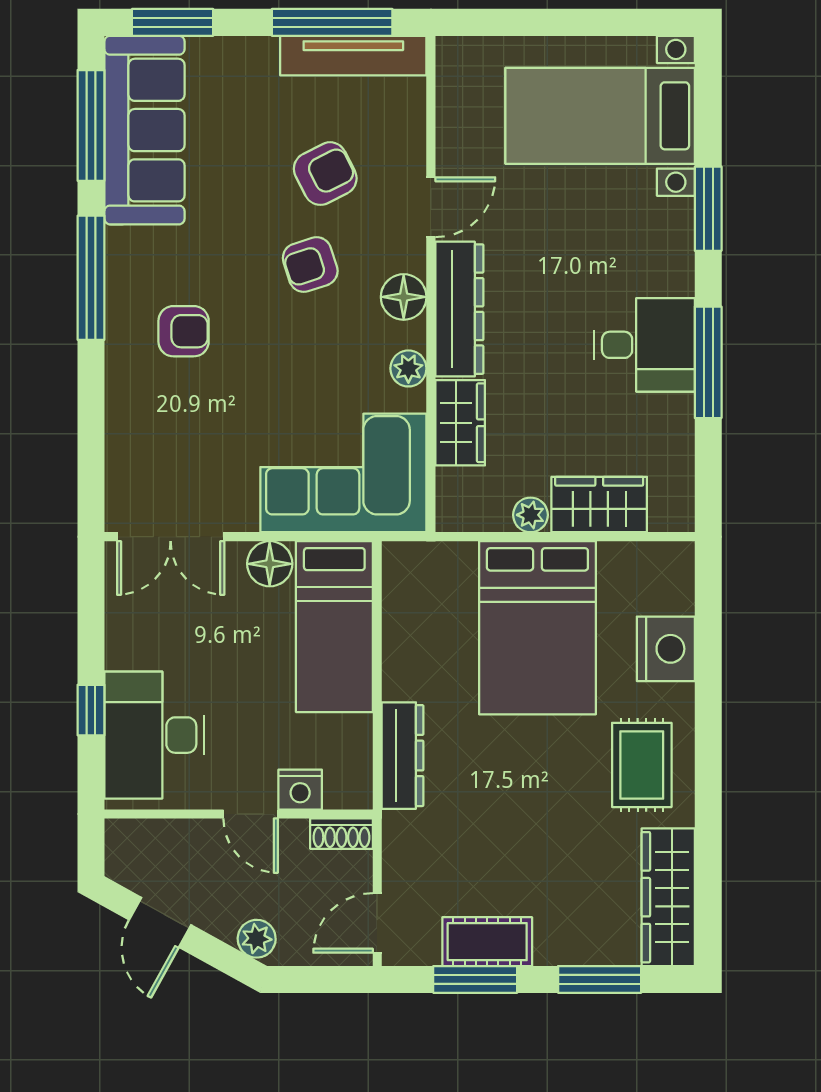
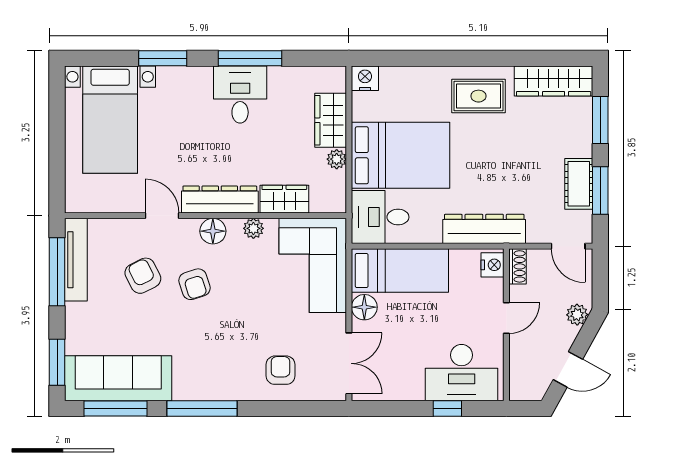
armchair: (184, 331) -> (281, 370), moved
desk: (429, 592) -> (380, 217), added
nightstand: (666, 649) -> (365, 78), moved, width x0.74, depth x0.75
dresser: (403, 756) -> (484, 229), width x1.37, depth x1.24
nightstand: (300, 790) -> (492, 265), moved

